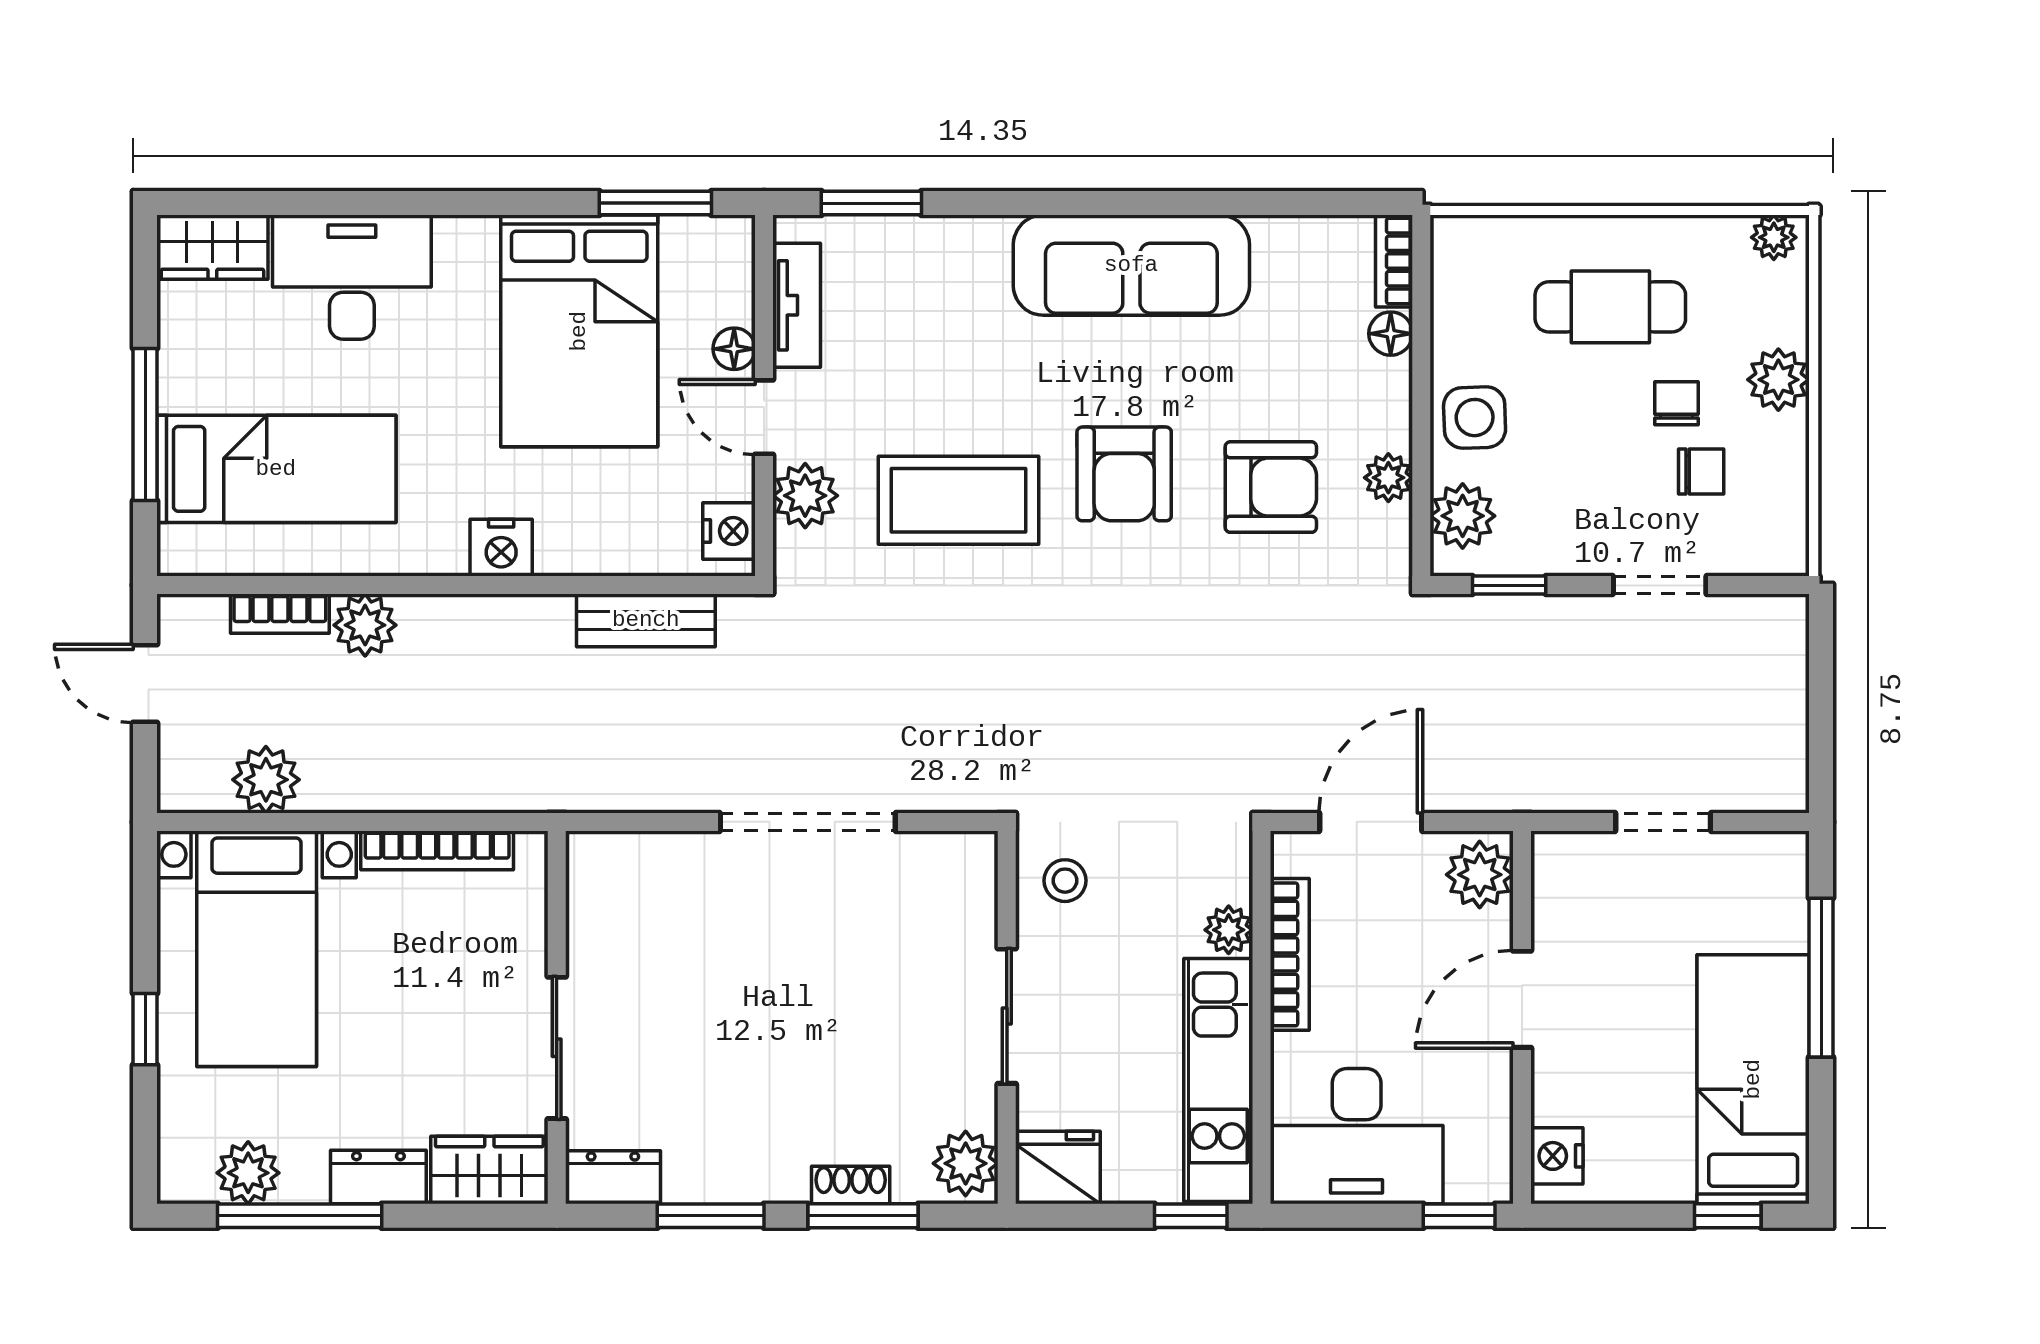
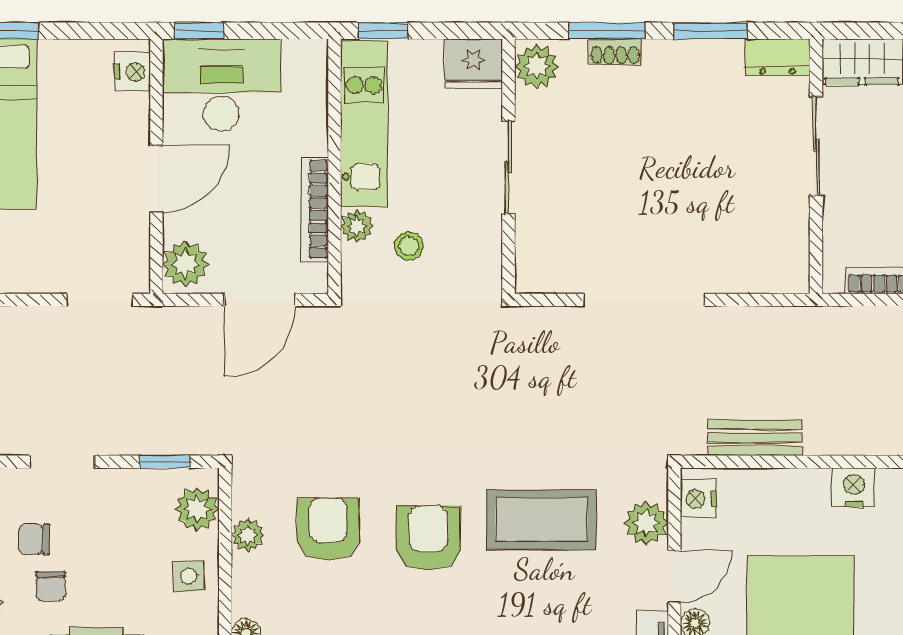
door: (764, 417) -> (674, 577), hinge flipped
side table: (1475, 418) -> (189, 576), width x0.73, depth x0.73
armchair: (1271, 487) -> (328, 529), turned 90
doorway: (1663, 822) -> (100, 300), moved
stool: (1065, 881) -> (409, 246), moved
desk: (1357, 1136) -> (221, 85), moved

